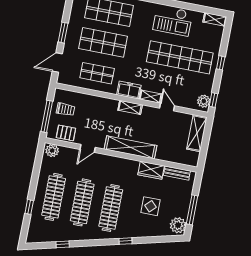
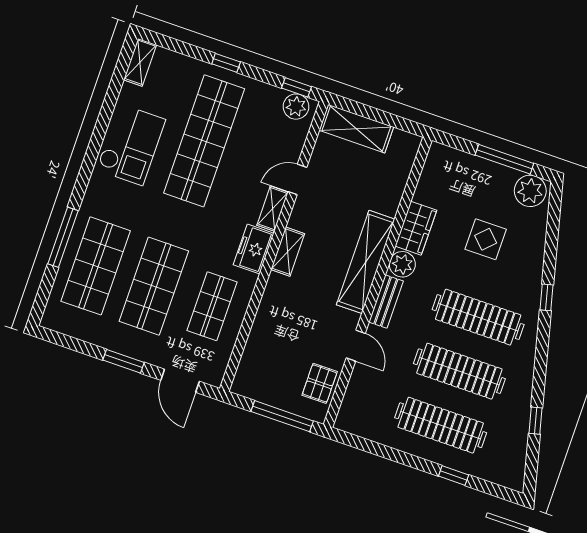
trolley: (65, 109) -> (274, 378), removed
plant: (52, 151) -> (402, 264), moved
bench: (177, 173) -> (386, 302), moved

